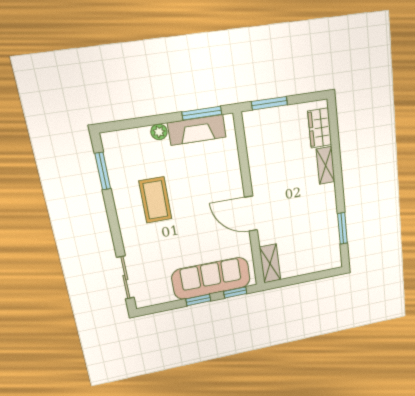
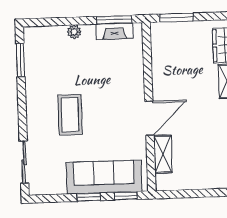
fireplace: (197, 130) -> (115, 31), width x0.73, depth x0.76
coffee table: (155, 200) -> (70, 115), moved
door: (251, 214) -> (149, 118), swing flipped
shelving: (270, 263) -> (163, 154), moved

